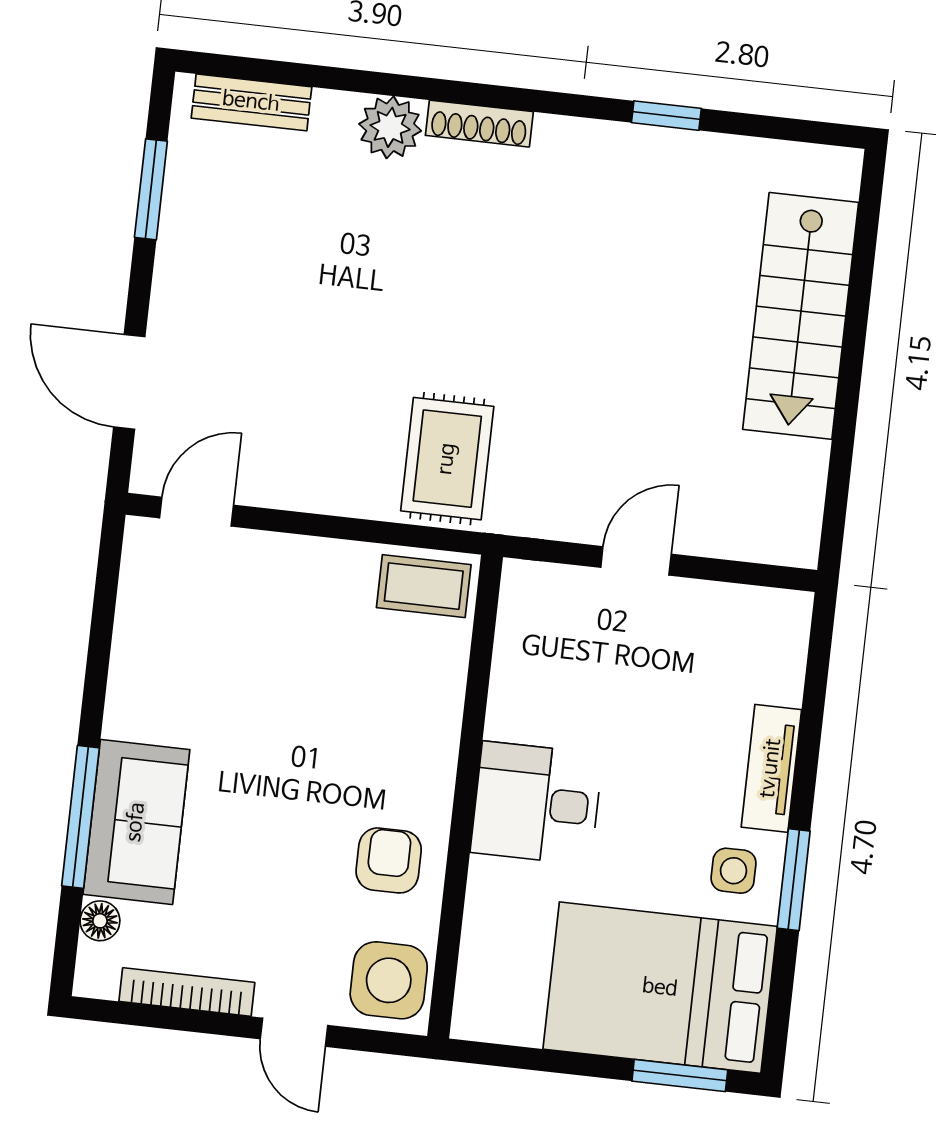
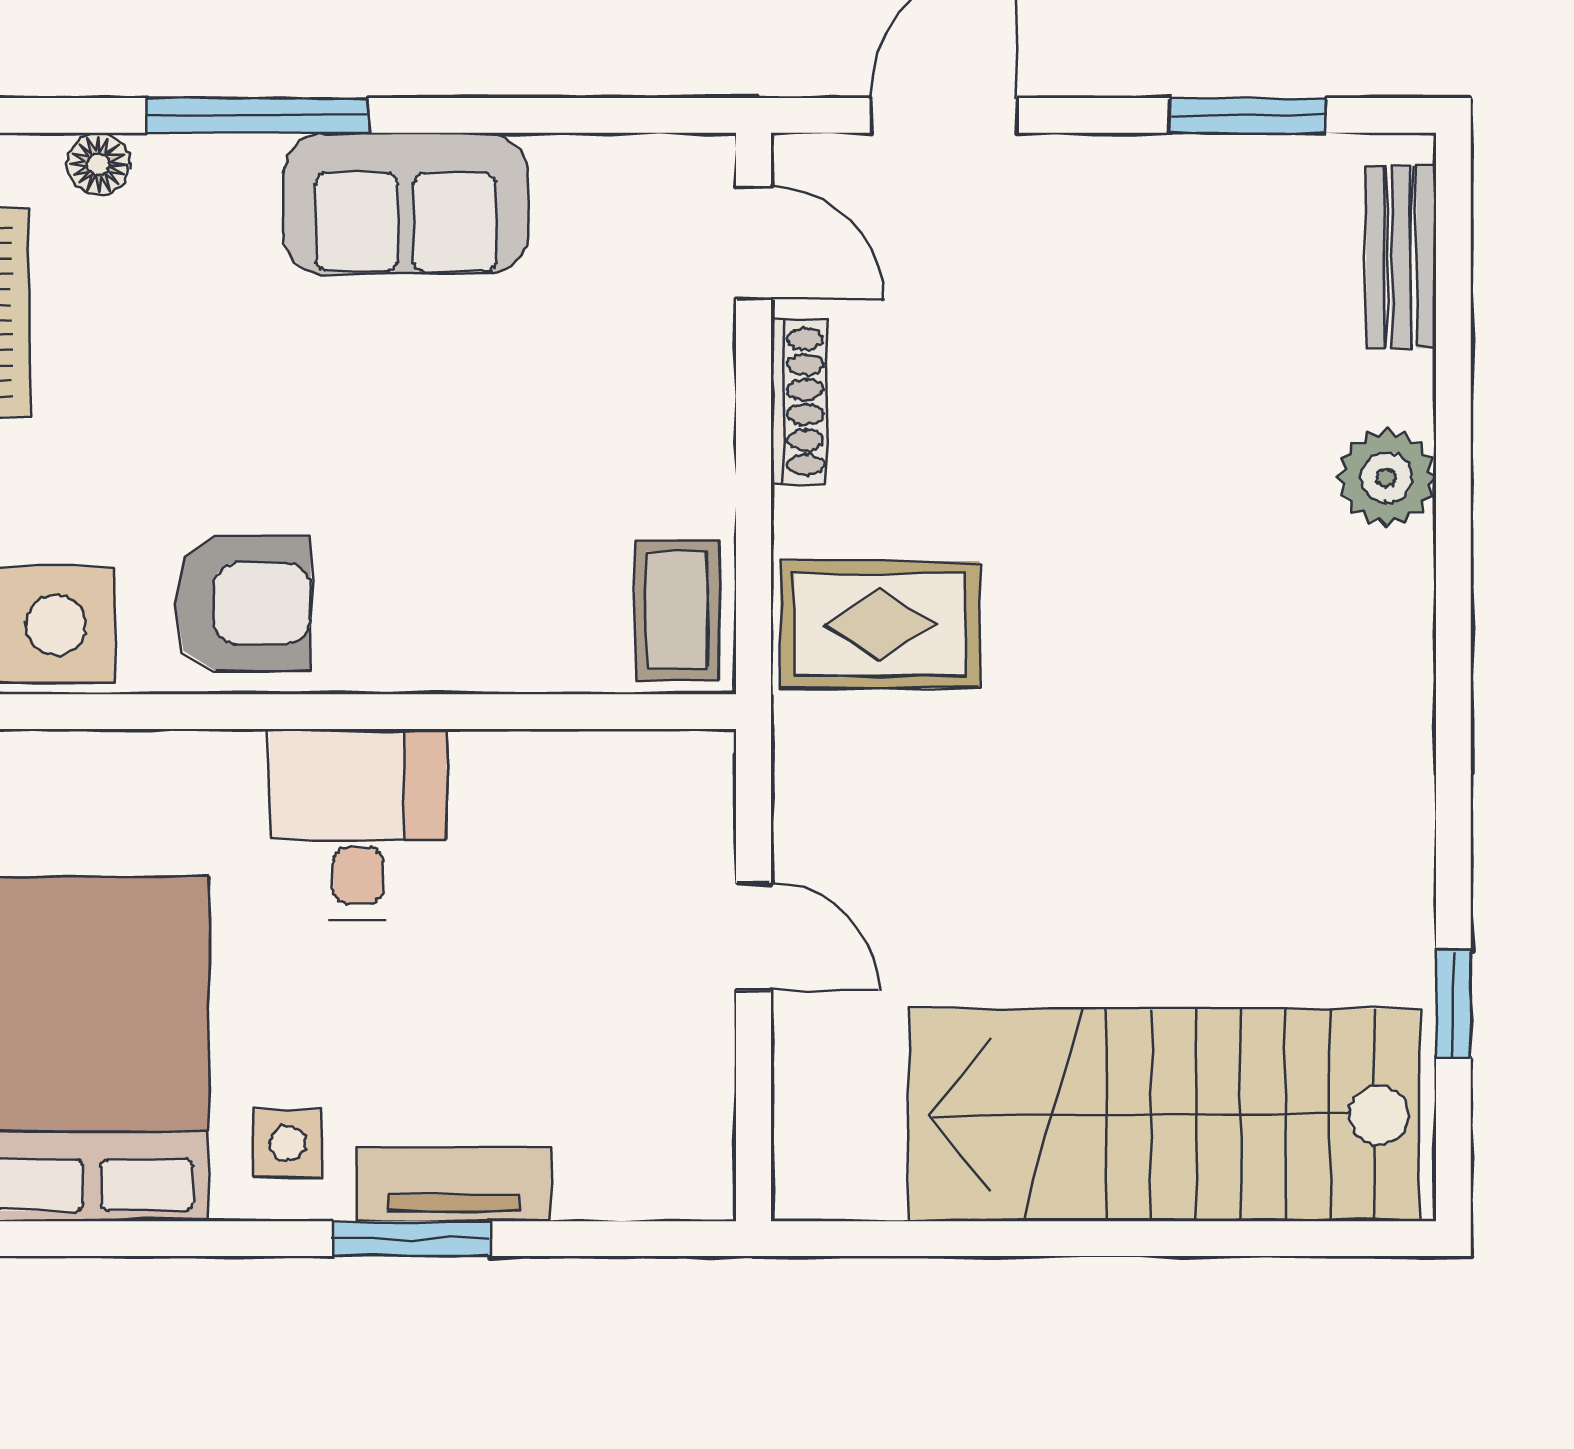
window: (666, 116) -> (1453, 1004), moved
shoe rack: (479, 124) -> (799, 402), moved, turned 180
stairs: (801, 316) -> (1164, 1115), width x1.36, depth x1.51
sofa: (136, 822) -> (406, 203), moved
armchair: (389, 860) -> (243, 604), width x1.38, depth x1.38
window: (794, 880) -> (412, 1239), moved

